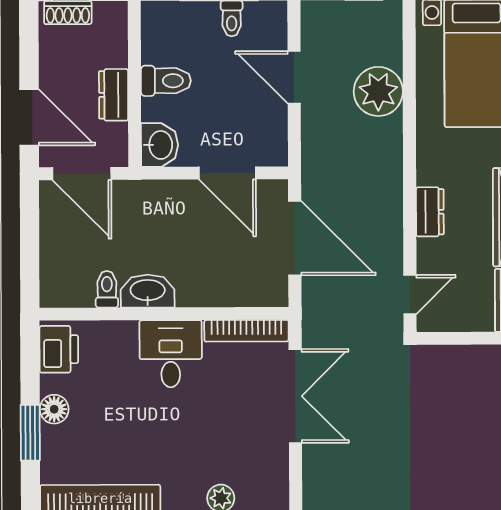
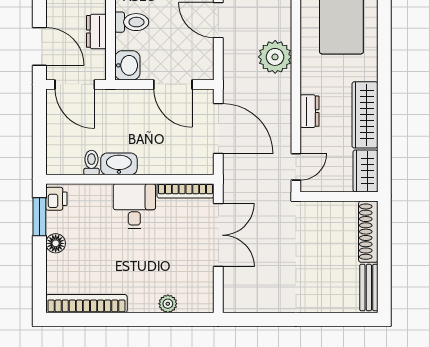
plant: (378, 91) -> (275, 57), moved
printer: (59, 349) -> (56, 199), width x0.73, depth x0.81
window: (30, 433) -> (39, 217), moved

